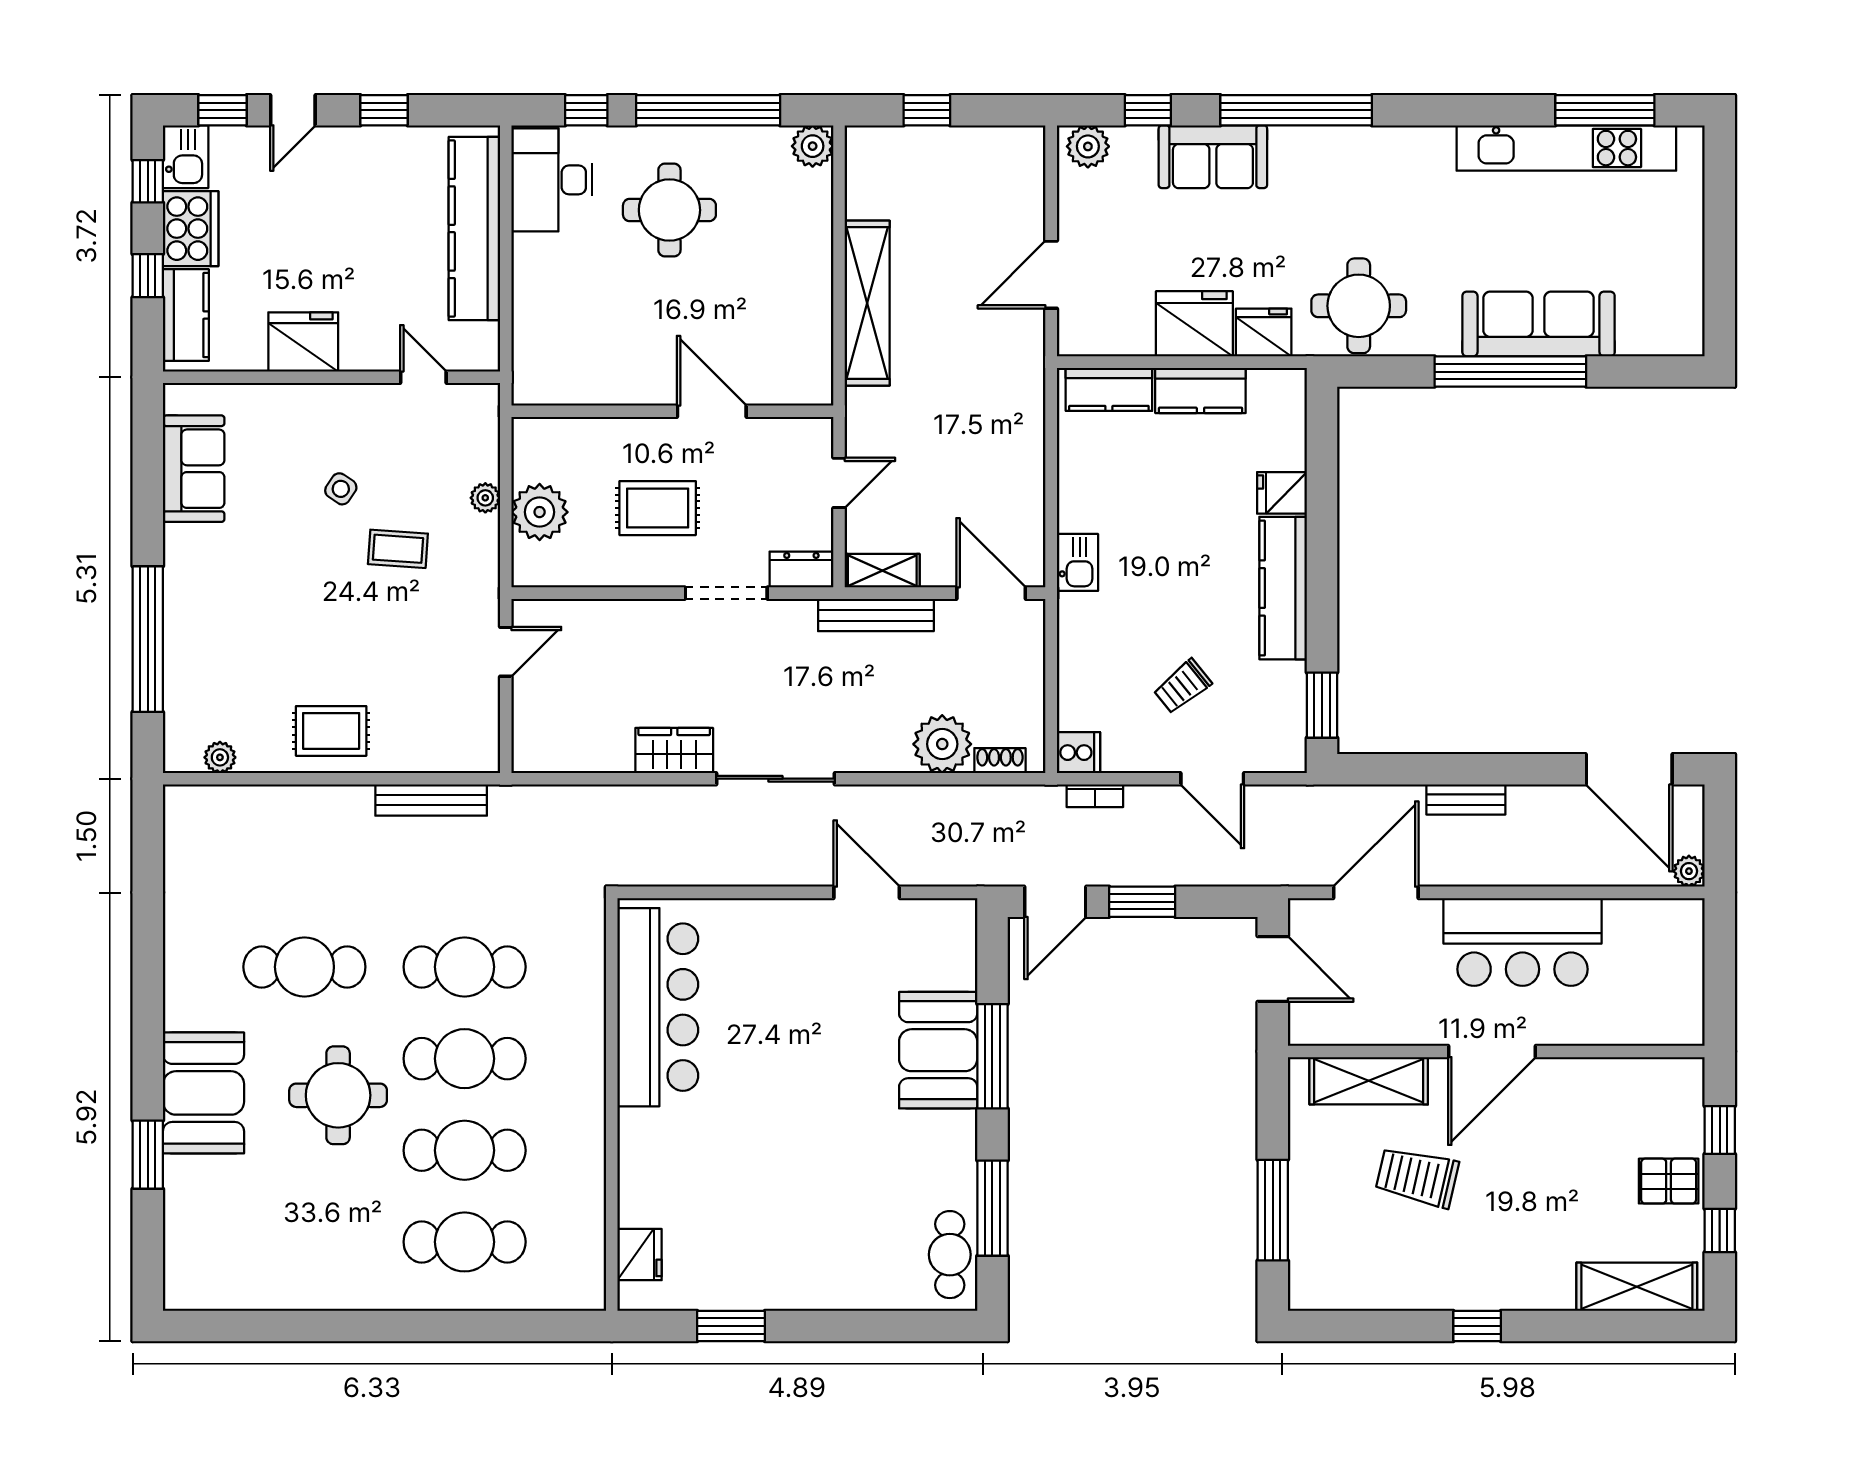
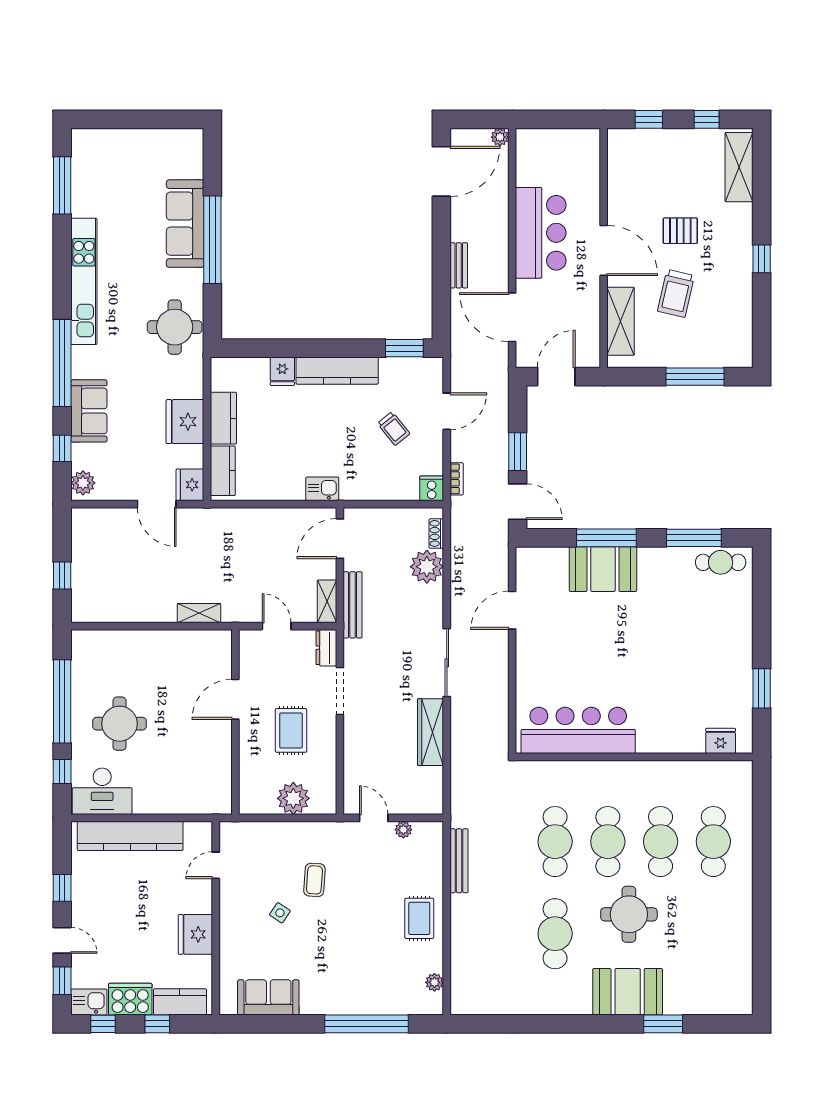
plant: (813, 146) -> (83, 641), removed
kitchen unit: (1566, 148) -> (84, 281), moved
shelving: (867, 303) -> (199, 613), width x0.45, depth x0.75
fridge: (1264, 332) -> (190, 485), moved
plant: (485, 498) -> (403, 830), moved
wardrobe: (674, 750) -> (431, 732), width x1.50
pallet: (1669, 1181) -> (680, 231), moved, turned 90

